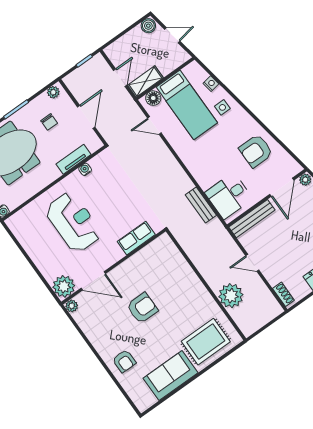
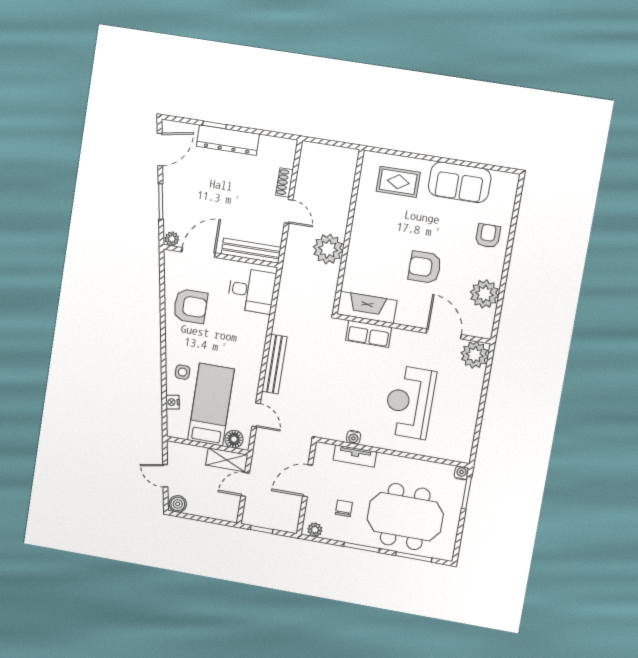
bench: (201, 205) -> (274, 364), moved, width x1.36
fireplace: (152, 252) -> (367, 307), added
shoe rack: (283, 294) -> (284, 182), moved
plant: (231, 296) -> (328, 249), moved
plant: (72, 306) -> (485, 294), moved, width x1.88, depth x1.88
rug: (206, 342) -> (398, 182), width x0.73, depth x0.70

